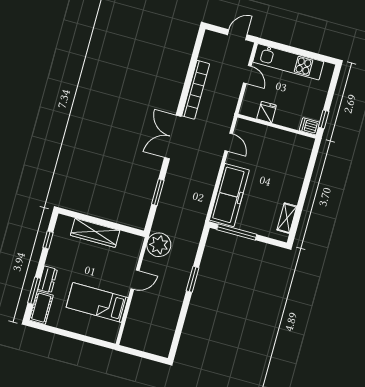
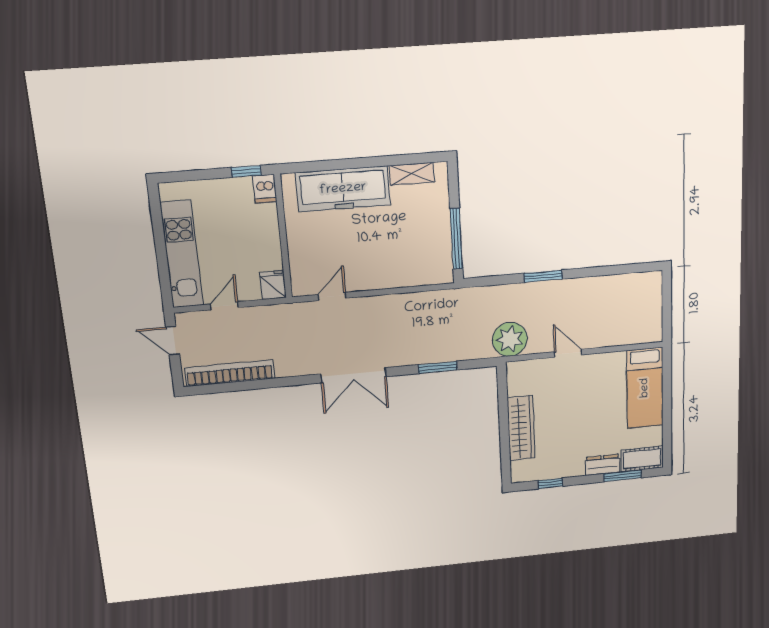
bookcase: (196, 90) -> (230, 373), moved
fridge: (267, 112) -> (273, 285), moved, turned 90
freezer: (229, 195) -> (343, 189), moved, turned 180
bed: (97, 302) -> (645, 388), moved

